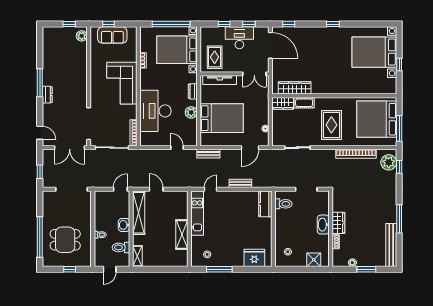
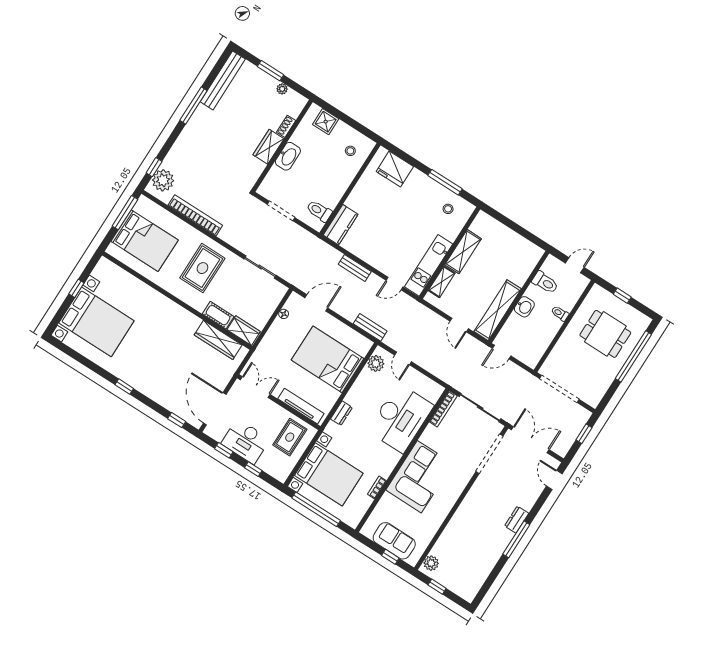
plant: (191, 112) -> (376, 363), moved
bed: (377, 119) -> (145, 241), width x0.73
shelving: (137, 256) -> (442, 282), moved

